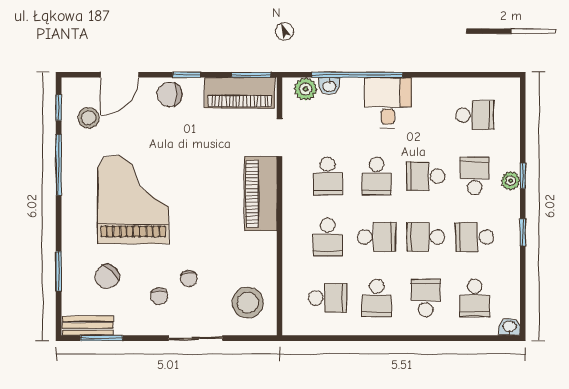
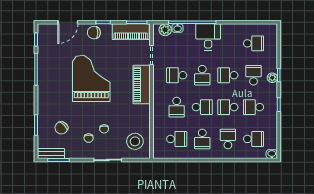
stool: (89, 118) -> (52, 45), removed
school desk: (328, 176) -> (177, 75), turned 90
grand piano: (133, 199) -> (91, 78), moved
school desk: (475, 298) -> (254, 139), turned -90

